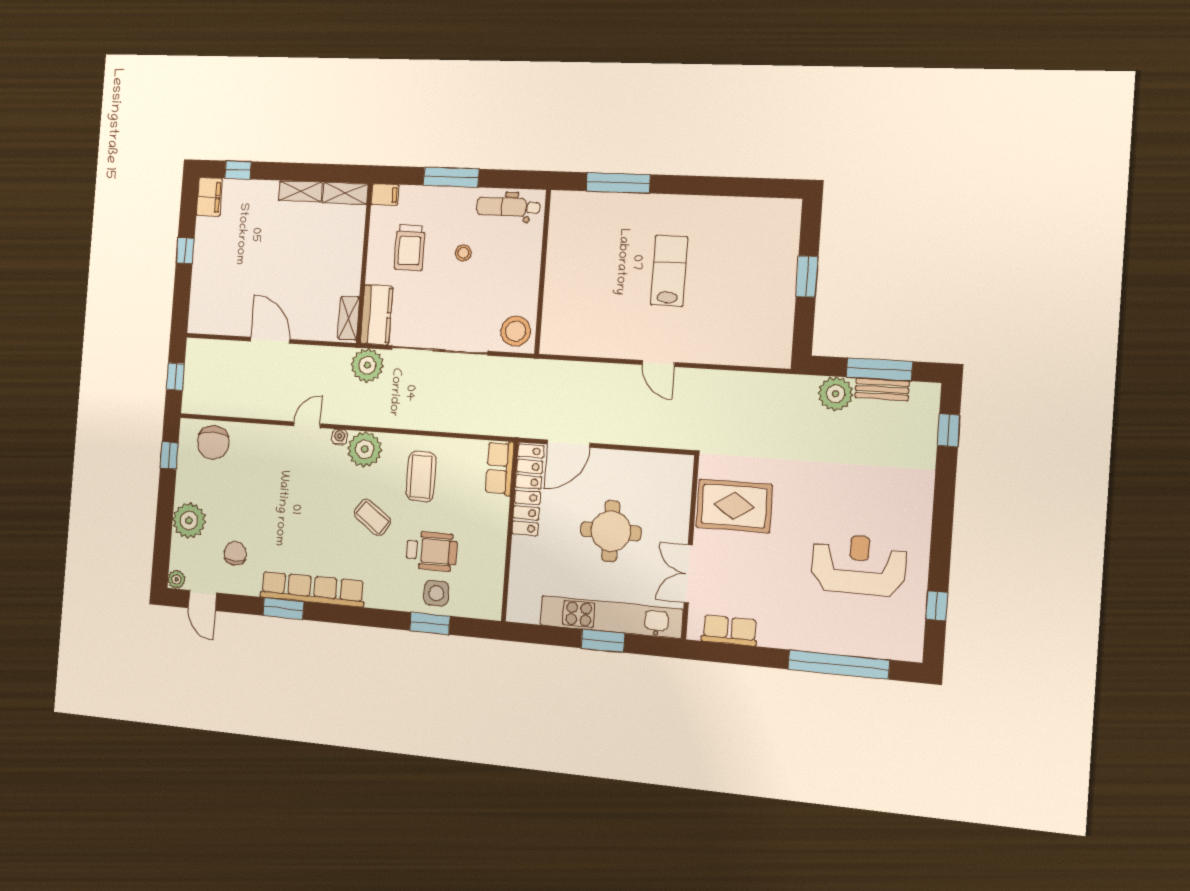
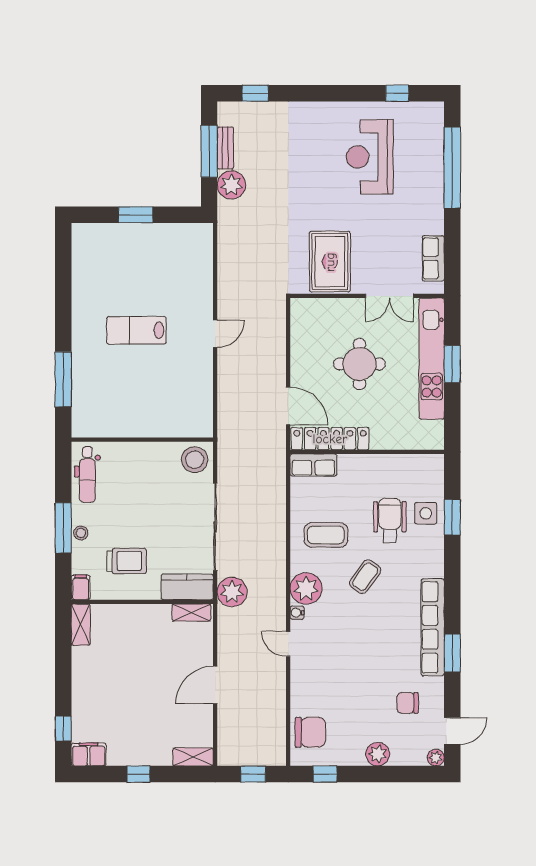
shelving: (300, 191) -> (193, 757), moved, turned 90
stool: (463, 253) -> (81, 533), moved
plant: (189, 521) -> (378, 754), width x0.73, depth x0.73

